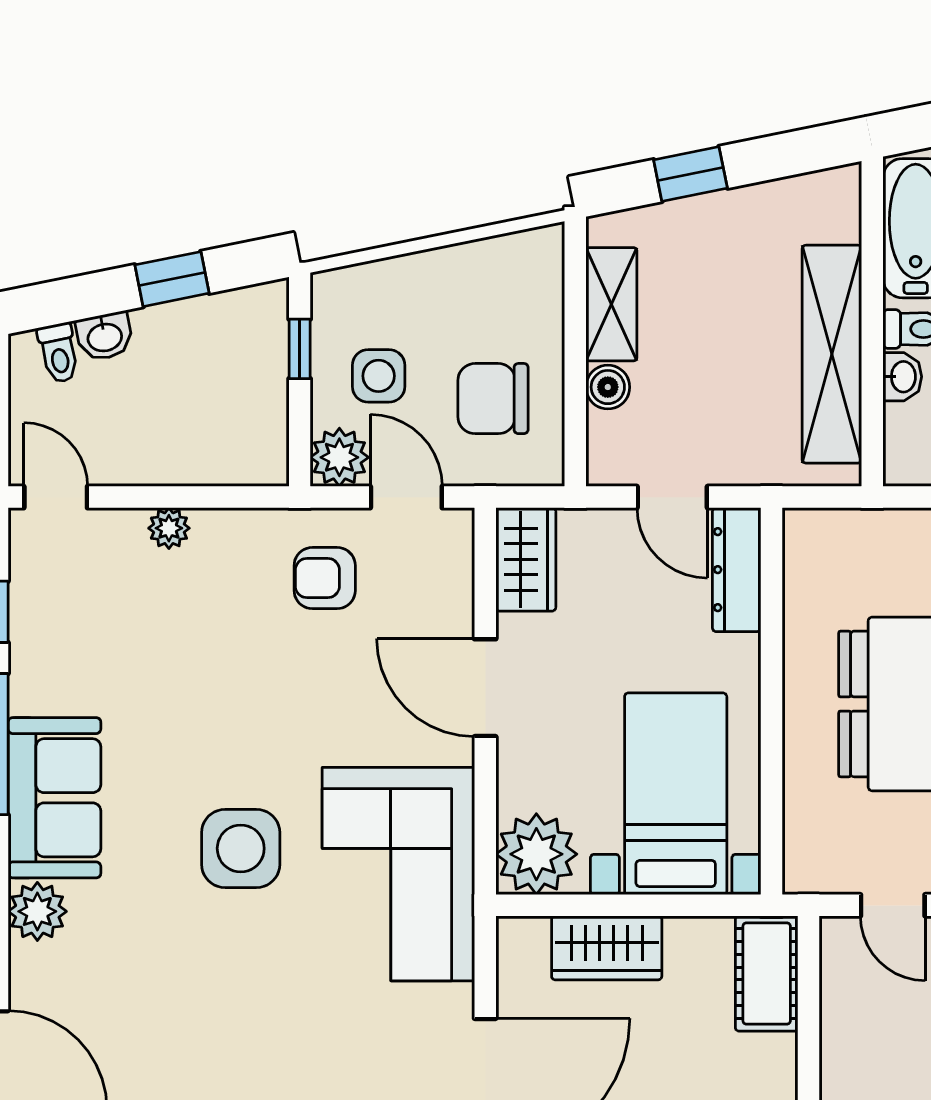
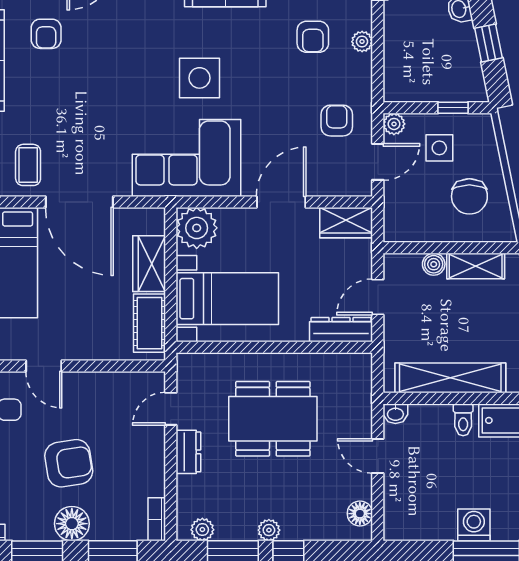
washbasin: (902, 377) -> (395, 414), moved
chair: (493, 399) -> (469, 196), moved, turned 180
plant: (339, 457) -> (394, 124), width x0.73, depth x0.73
armchair: (160, 625) -> (313, 37), added
cot: (767, 973) -> (149, 323), moved, turned 90

